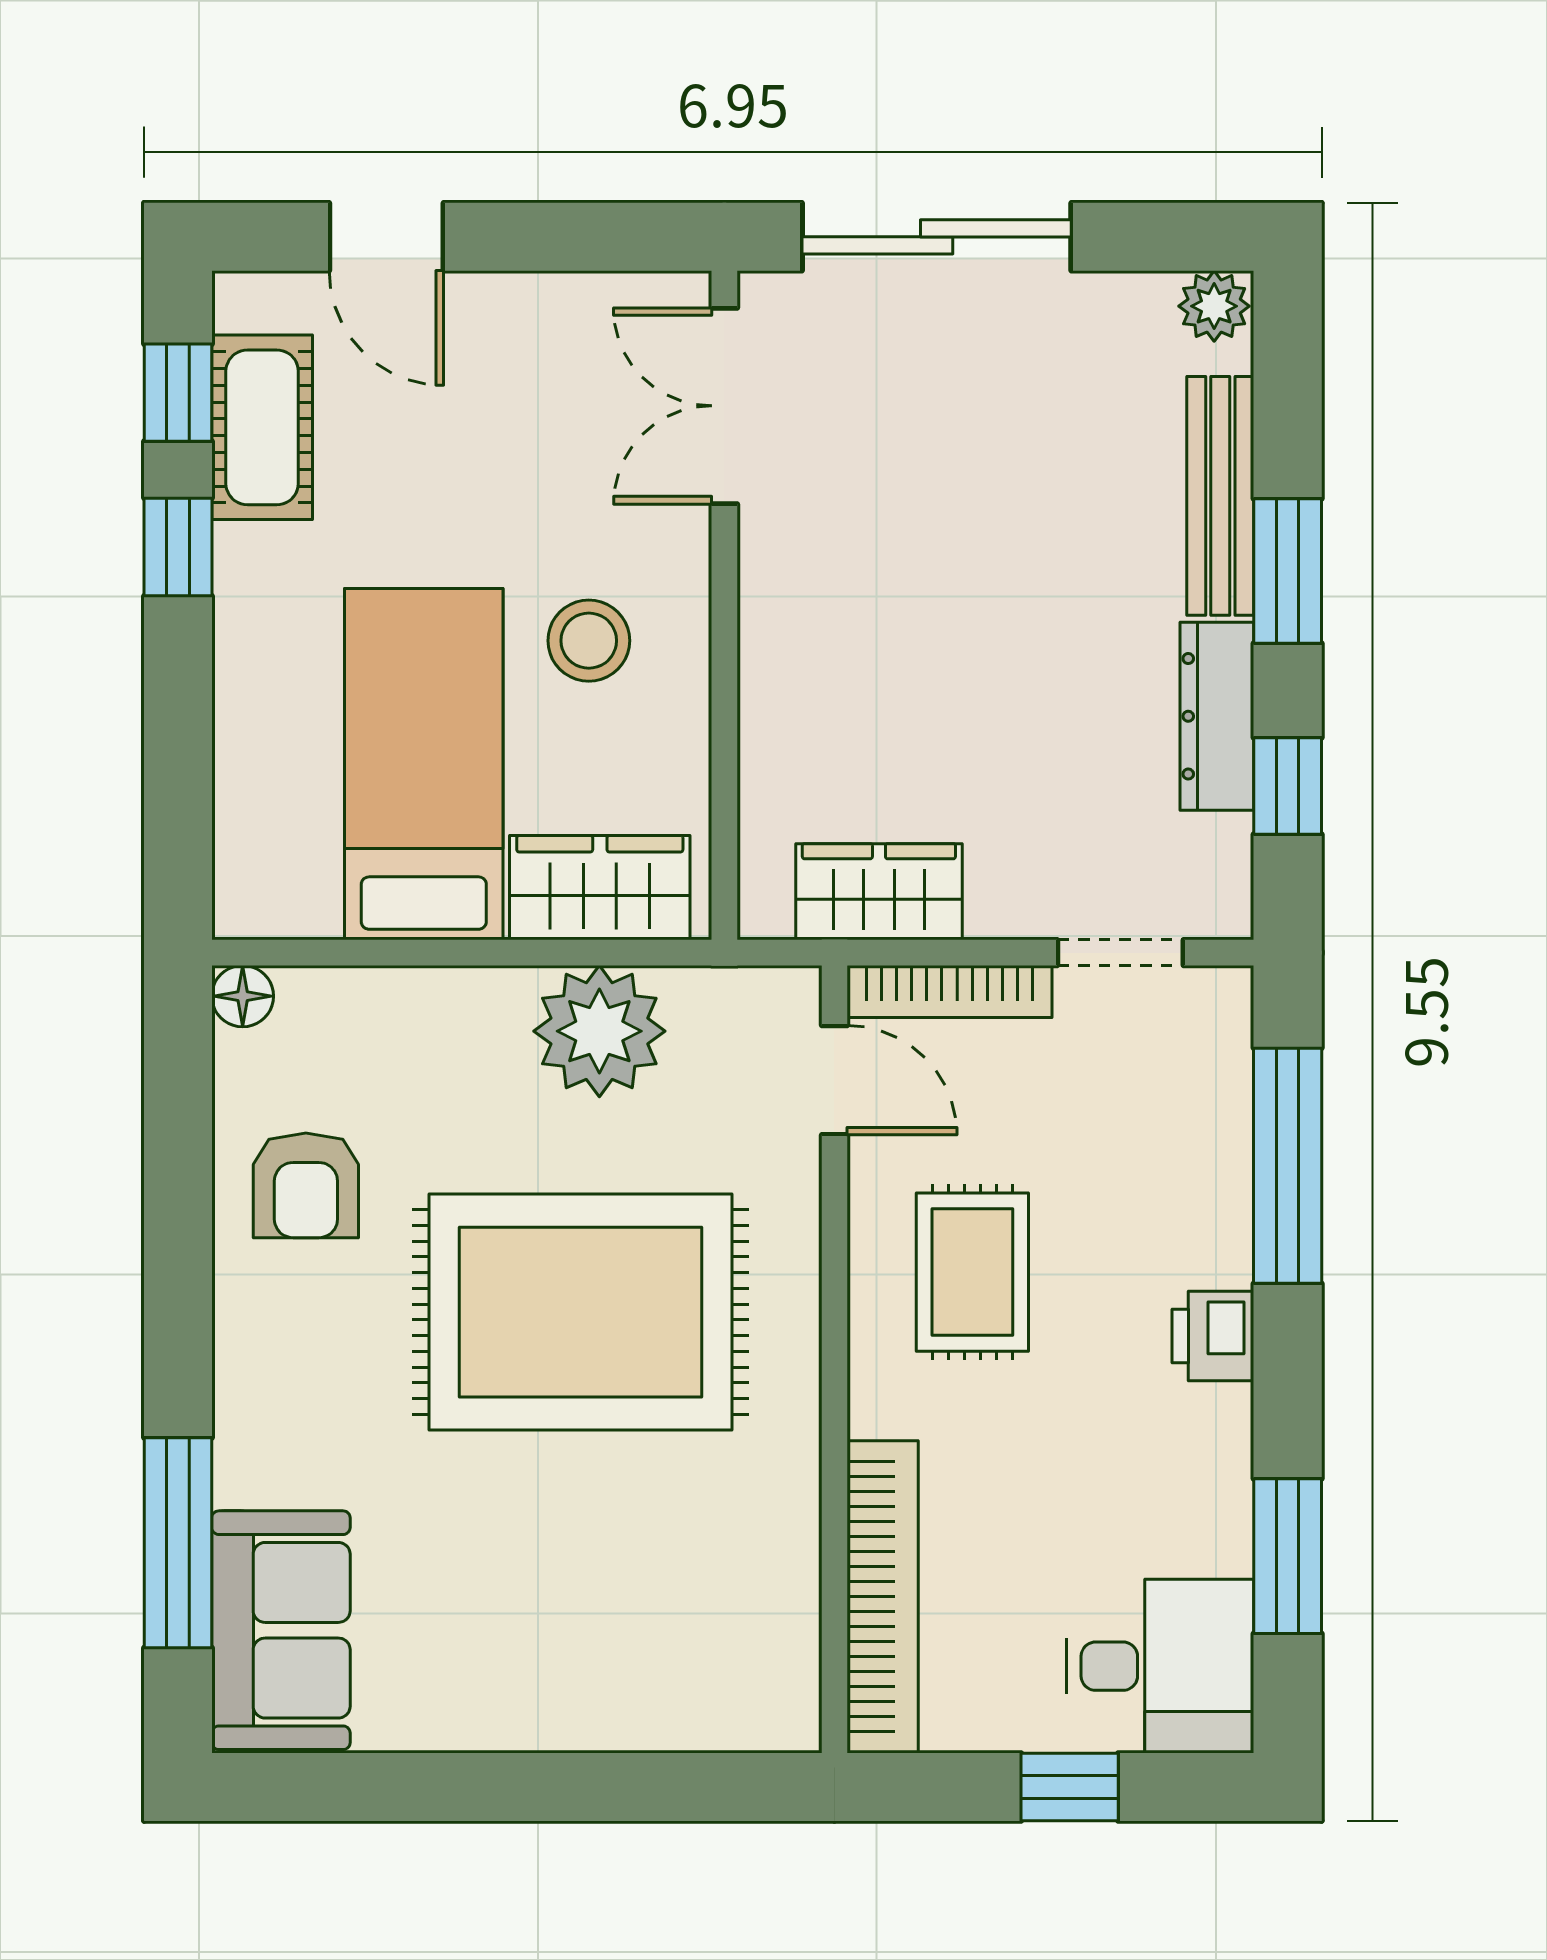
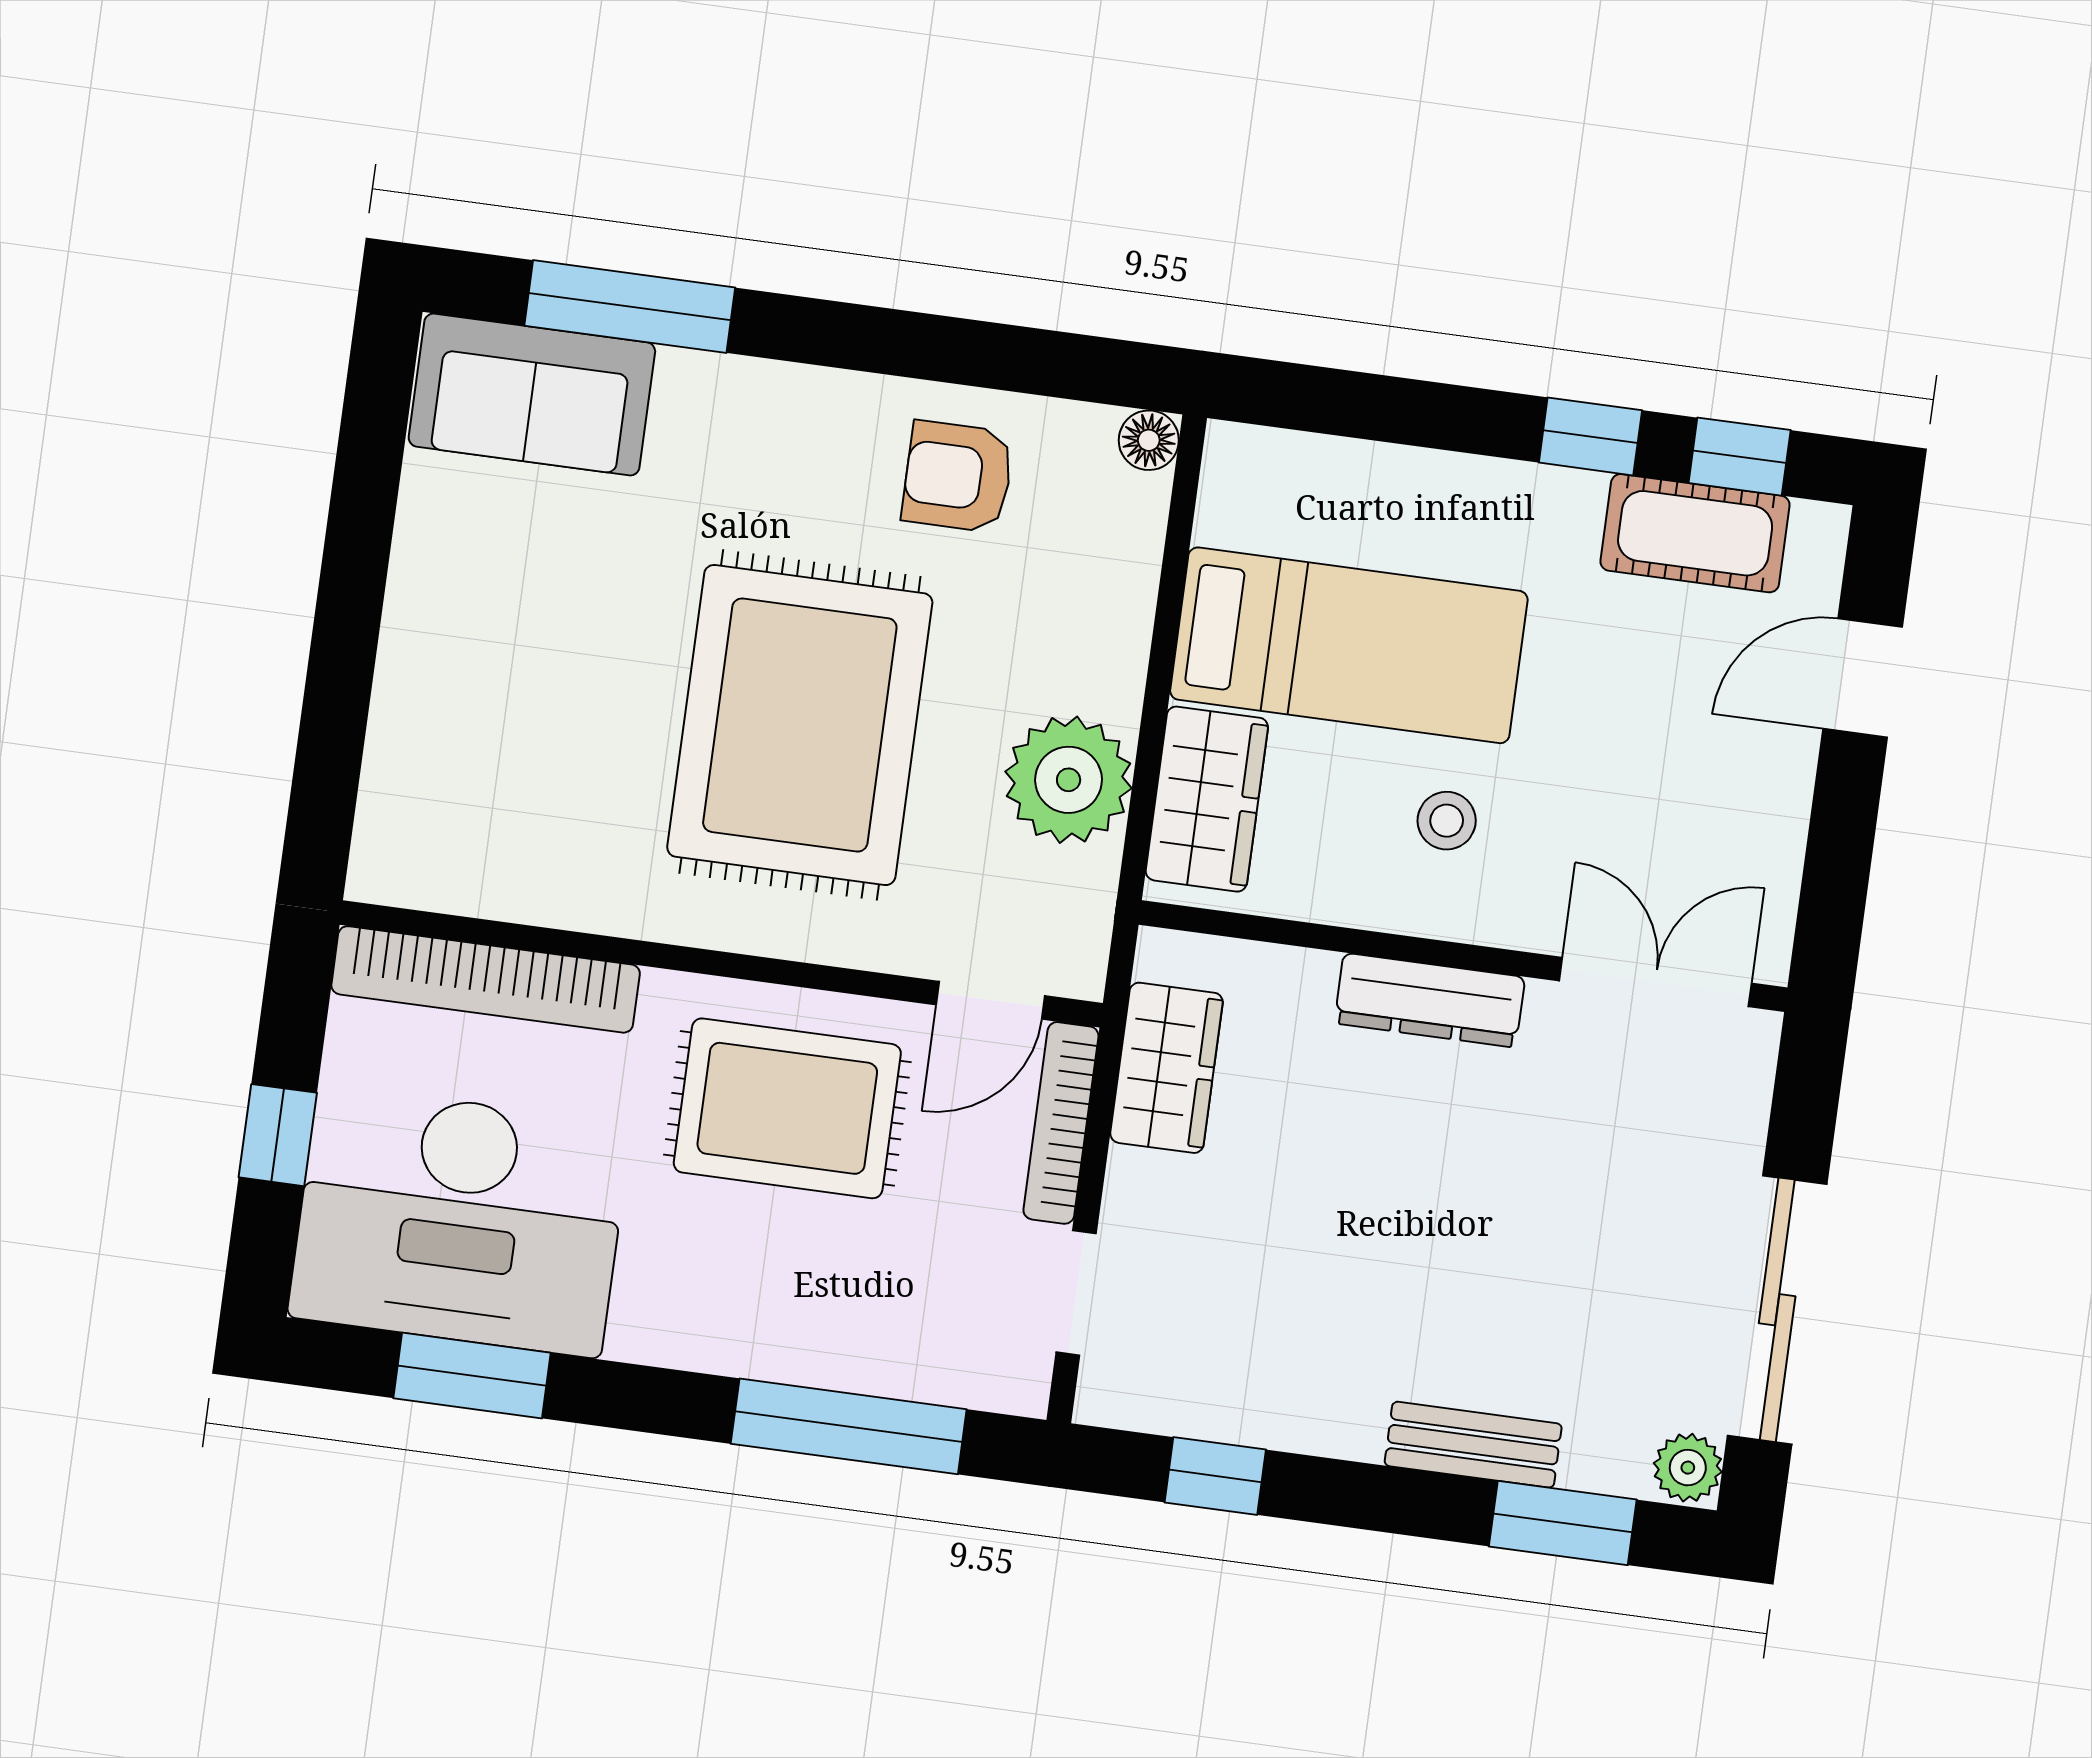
sliding door: (937, 237) -> (1777, 1310), moved
bench: (1220, 496) -> (1473, 1445), width x0.73
window: (1288, 571) -> (1563, 1523), moved
stool: (589, 641) -> (1447, 821), width x0.73, depth x0.73
dresser: (1217, 716) -> (1430, 1000), moved, turned 180
rug: (972, 1272) -> (787, 1108), width x1.36, depth x1.43
printer: (1213, 1336) -> (694, 1332), removed
desk: (1160, 1666) -> (459, 1221), width x1.87, depth x1.30

